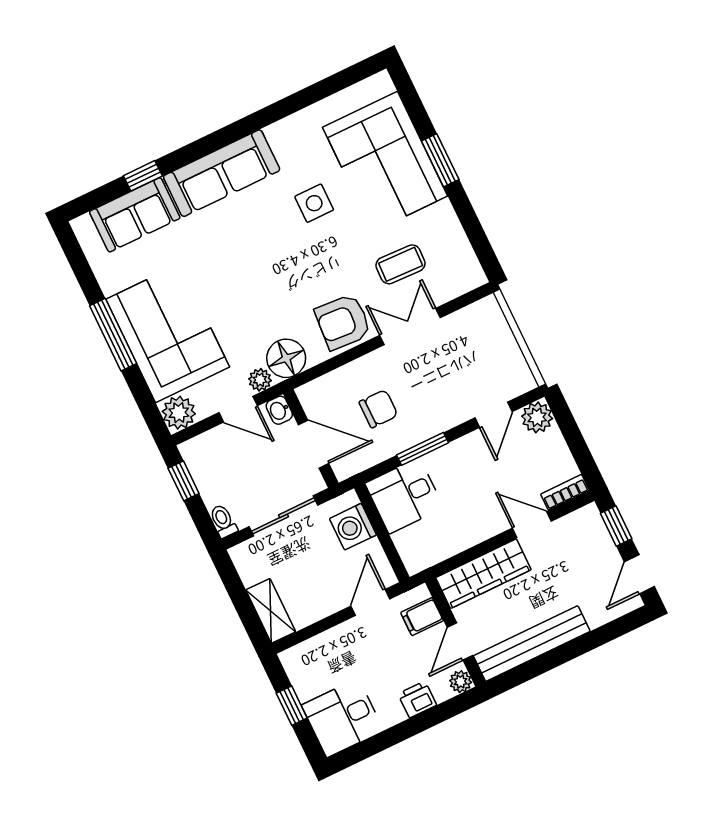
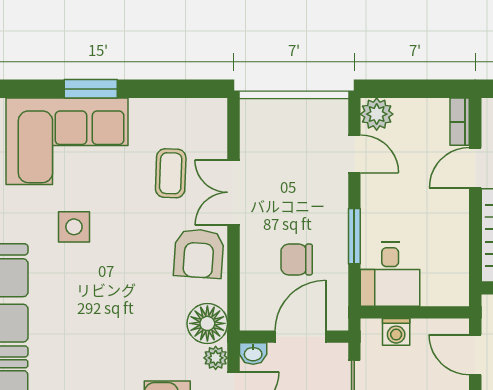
chair: (378, 409) -> (297, 259), turned -90
washing machine: (353, 527) -> (396, 332), width x0.73, depth x0.73

